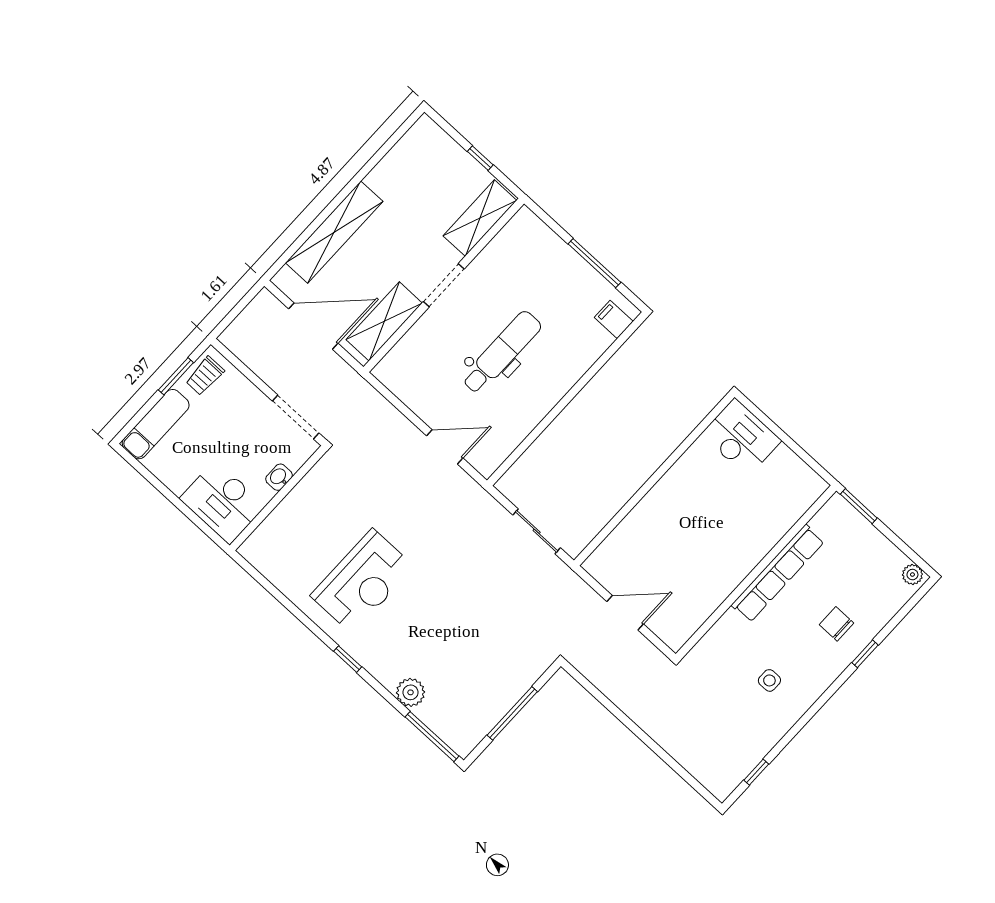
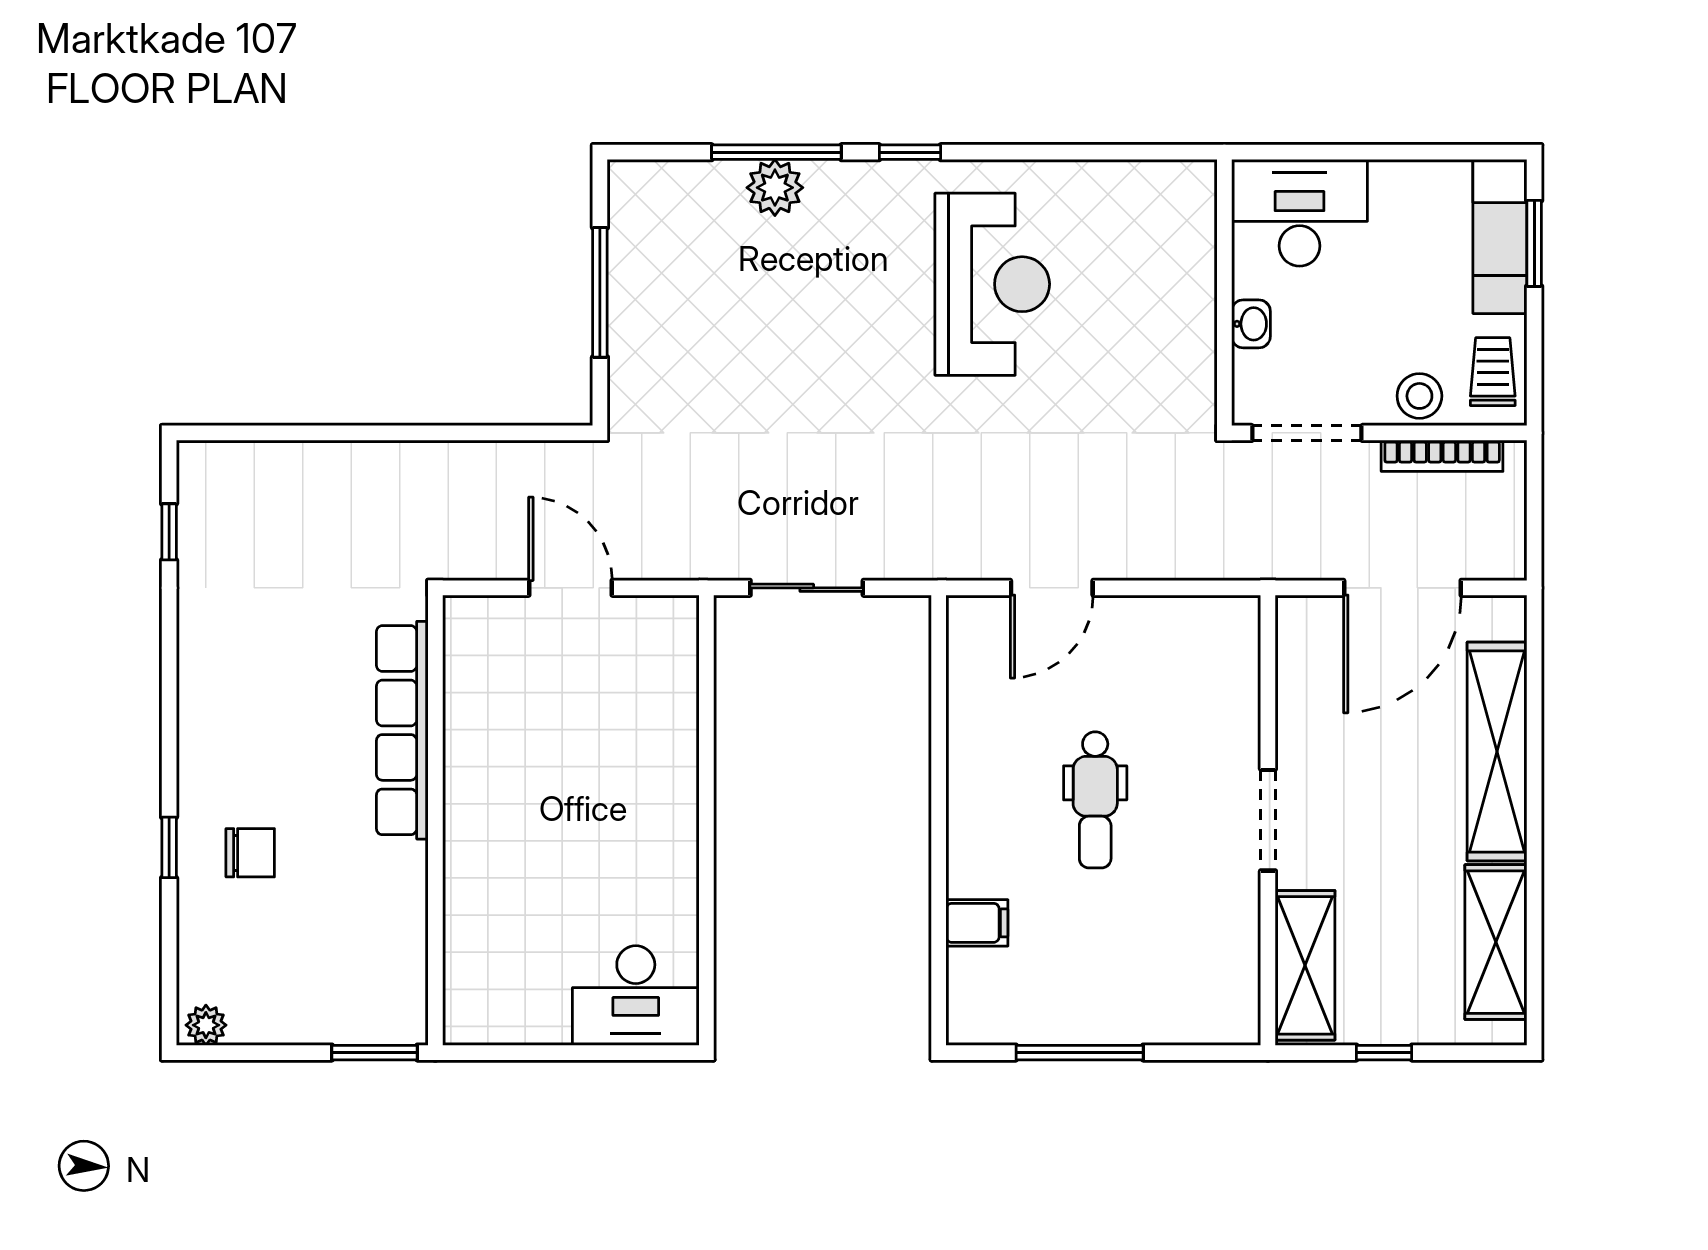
filing cabinet: (614, 319) -> (977, 923), moved
shelving: (384, 321) -> (1496, 942), moved
dental chair: (502, 352) -> (1095, 800), width x0.73, depth x0.72
bookcase: (253, 362) -> (1442, 456), added
window: (176, 376) -> (1534, 243), moved
stool: (241, 392) -> (1419, 396), added
row of seats: (778, 573) -> (402, 730), moved
reception desk: (362, 581) -> (992, 284), turned 180
door: (625, 613) -> (570, 588), swing flipped
side table: (769, 680) -> (272, 682), removed
window: (432, 737) -> (776, 152), moved

